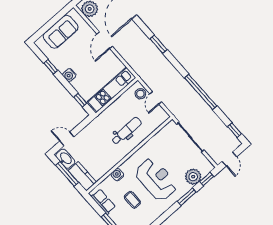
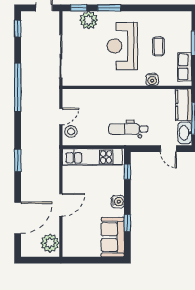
sofa: (61, 32) -> (113, 237), moved, turned -90
dental chair: (127, 131) -> (128, 129), moved

